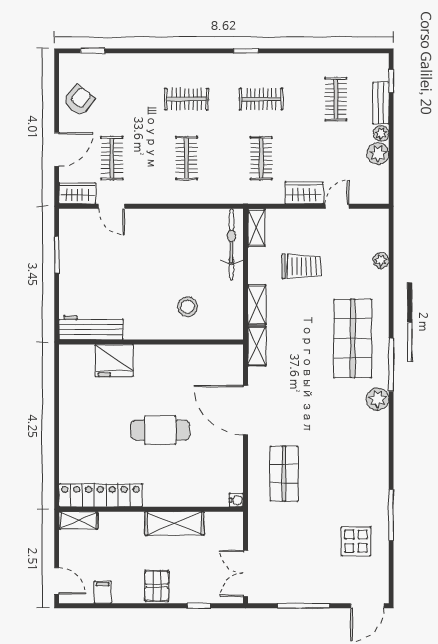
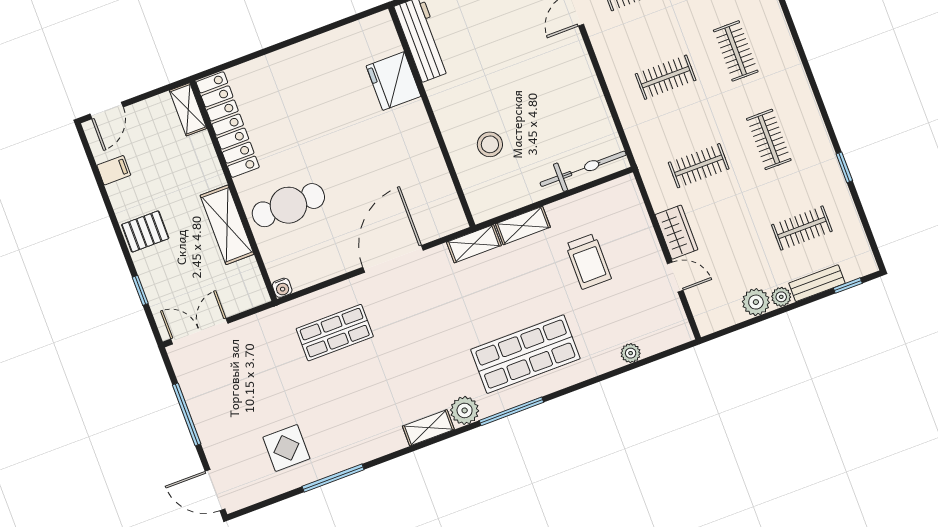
window: (246, 51) -> (844, 167), moved
shelving: (256, 227) -> (428, 428), moved
cafe table: (160, 430) -> (288, 205), moved, turned 90

